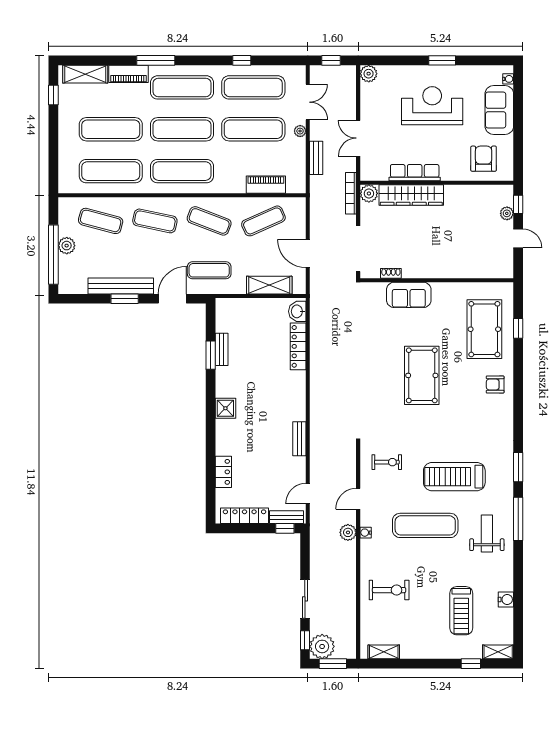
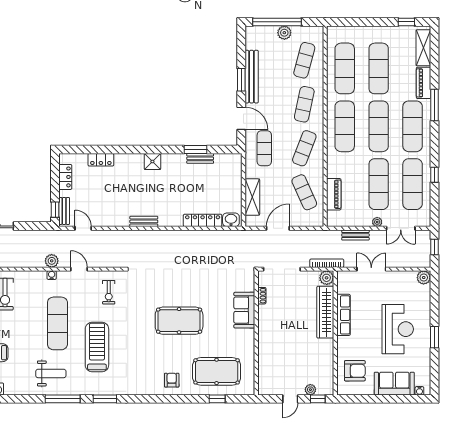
bench: (299, 439) -> (144, 221), moved
locker: (244, 516) -> (65, 177), width x0.66

